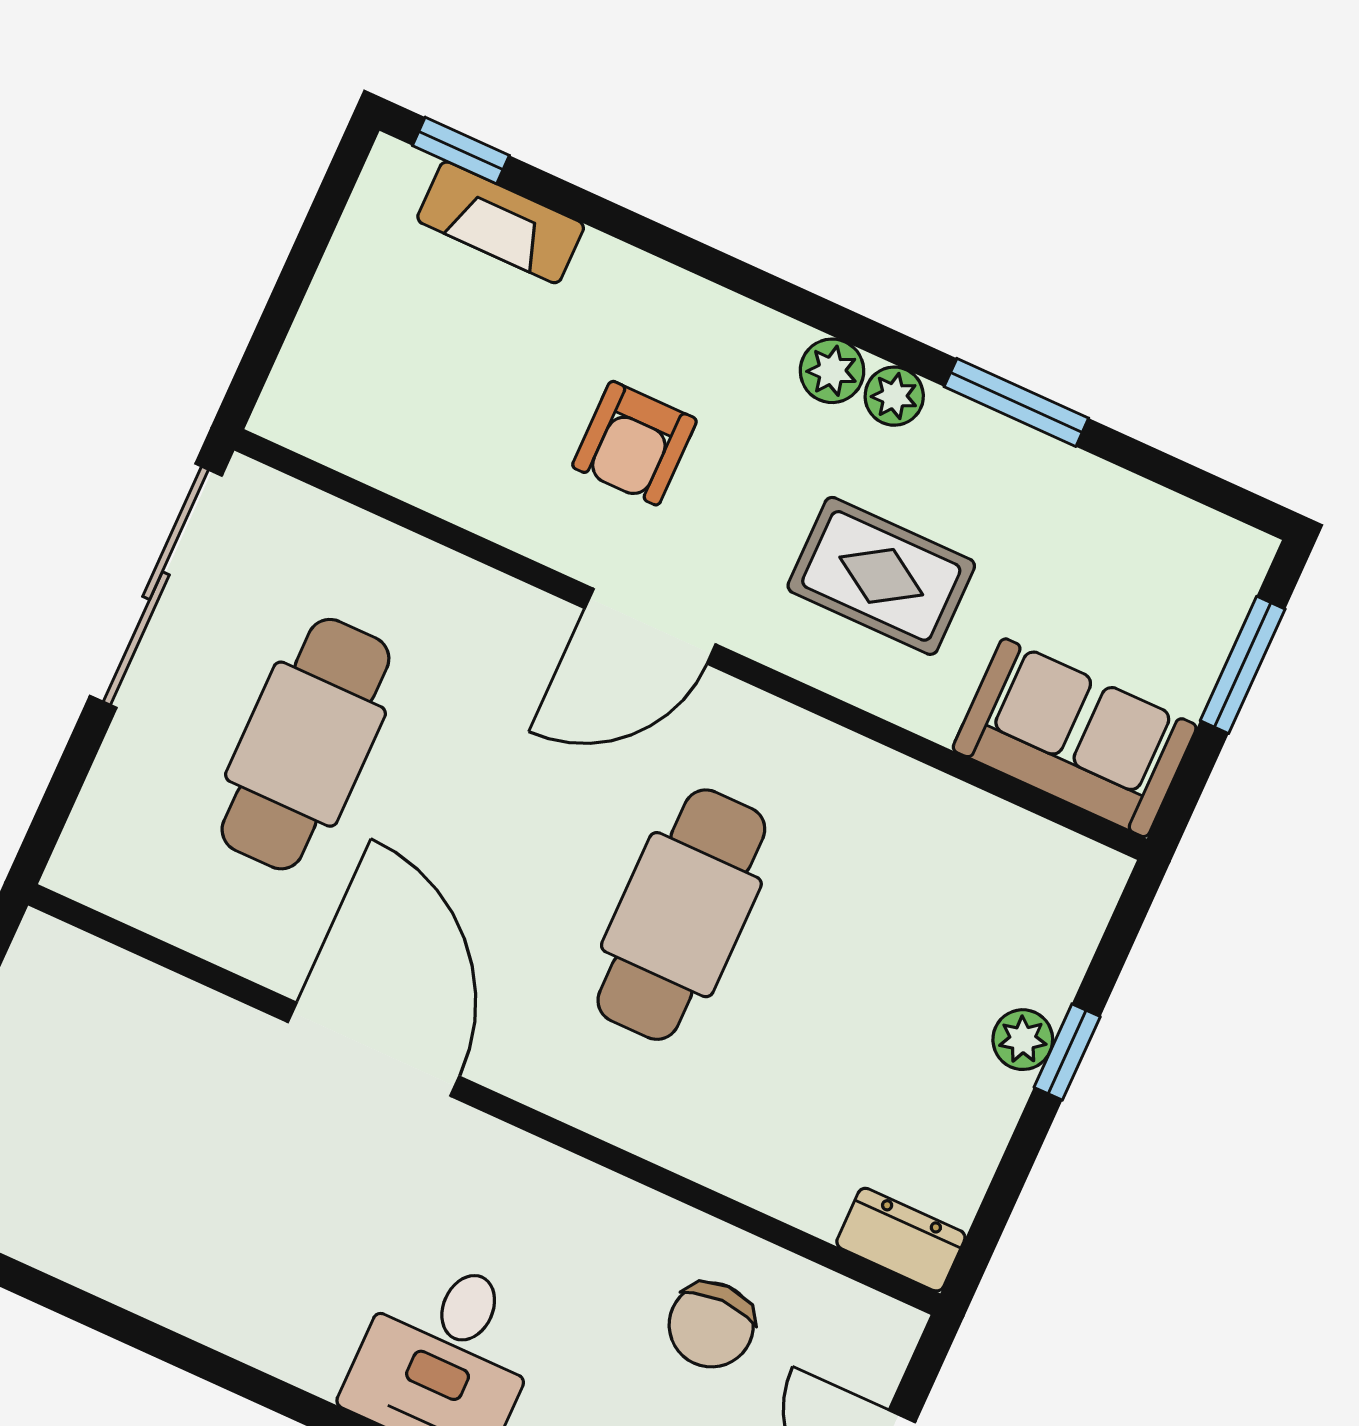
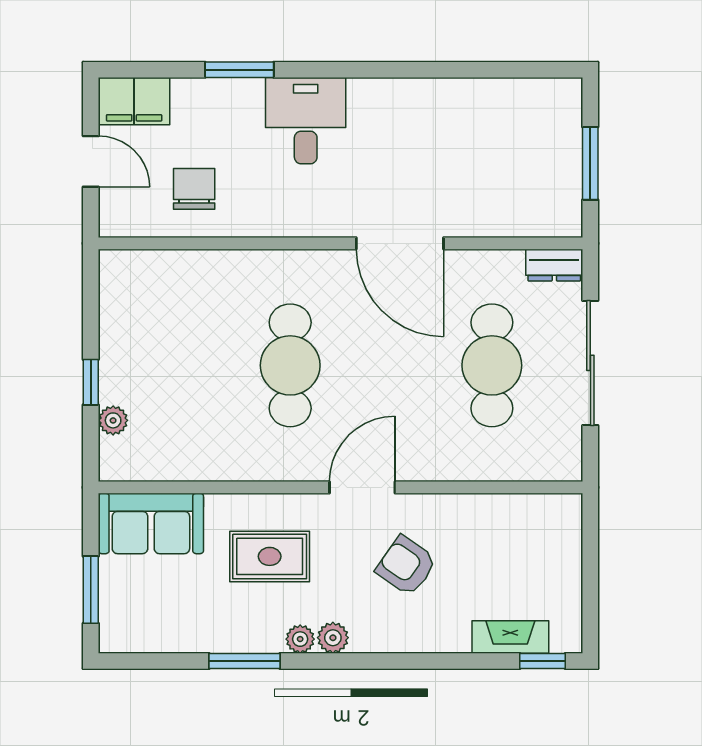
armchair: (634, 443) -> (406, 566), turned -55
sliding door: (156, 586) -> (590, 363), moved
plant: (1023, 1040) -> (113, 420), moved
dresser: (901, 1240) -> (554, 265), moved

